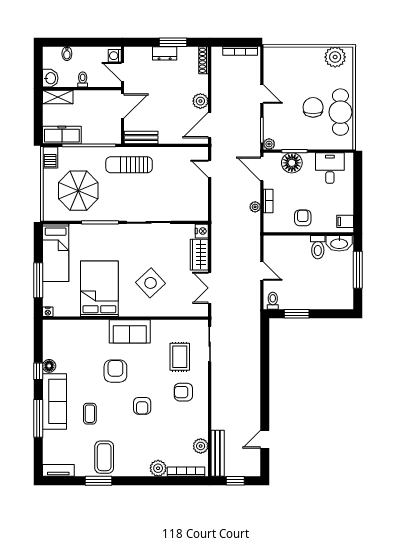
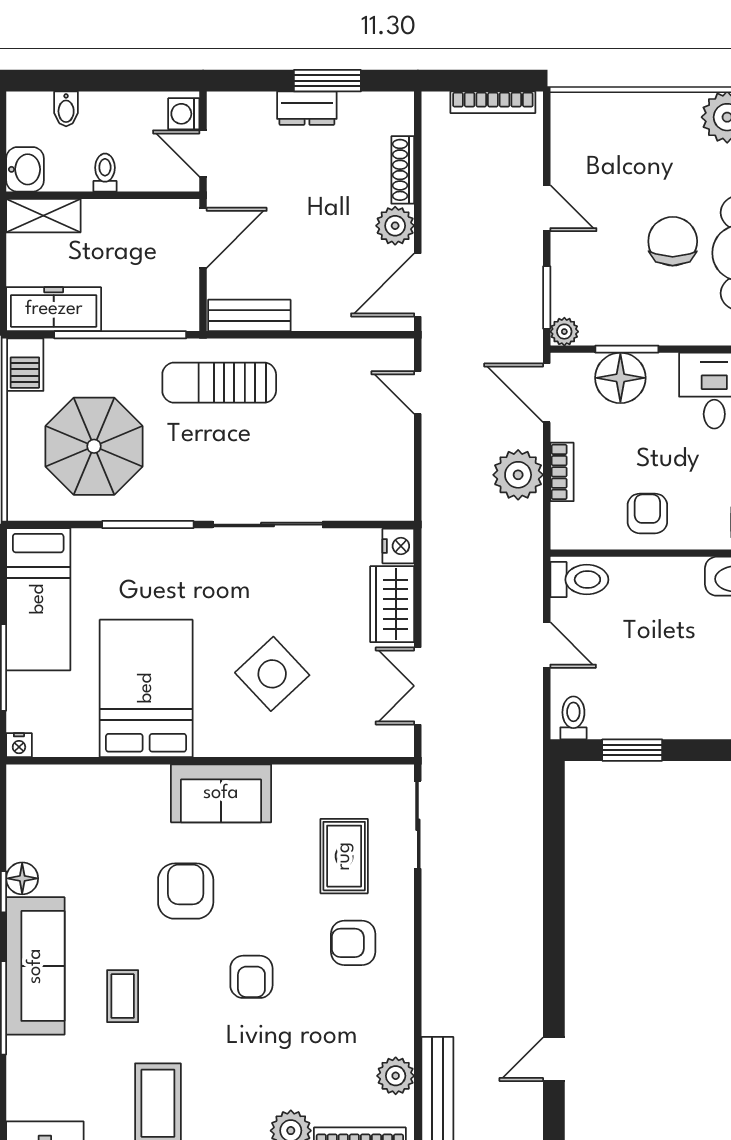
shoe rack: (204, 60) -> (403, 170), moved
plant: (255, 207) -> (518, 475), width x1.87, depth x1.87
toilet: (318, 247) -> (579, 580), moved, turned -90

